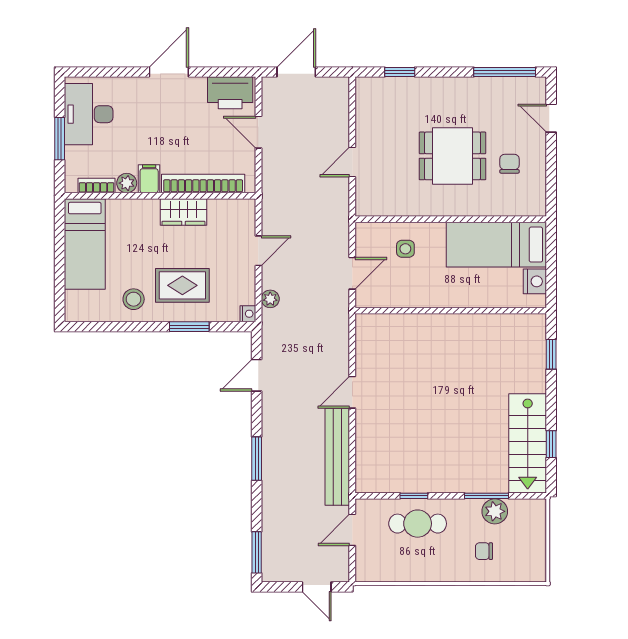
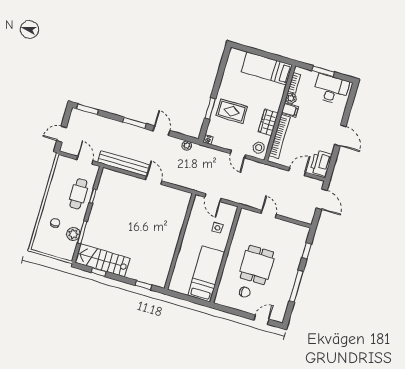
window: (505, 72) -> (296, 286), moved
nightstand: (535, 281) -> (182, 288), removed
rug: (182, 285) -> (232, 111), turned 90
stool: (134, 299) -> (259, 148), moved
plant: (270, 299) -> (187, 146), moved
door: (257, 375) -> (161, 131), moved

